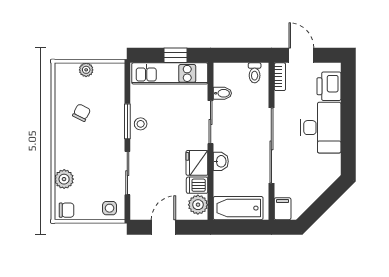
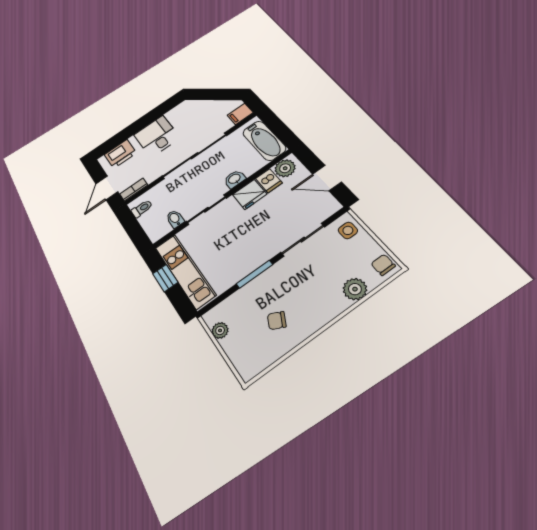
plant: (86, 70) -> (220, 330), moved
stool: (141, 124) -> (249, 262), removed
desk: (321, 128) -> (157, 136), width x0.73

